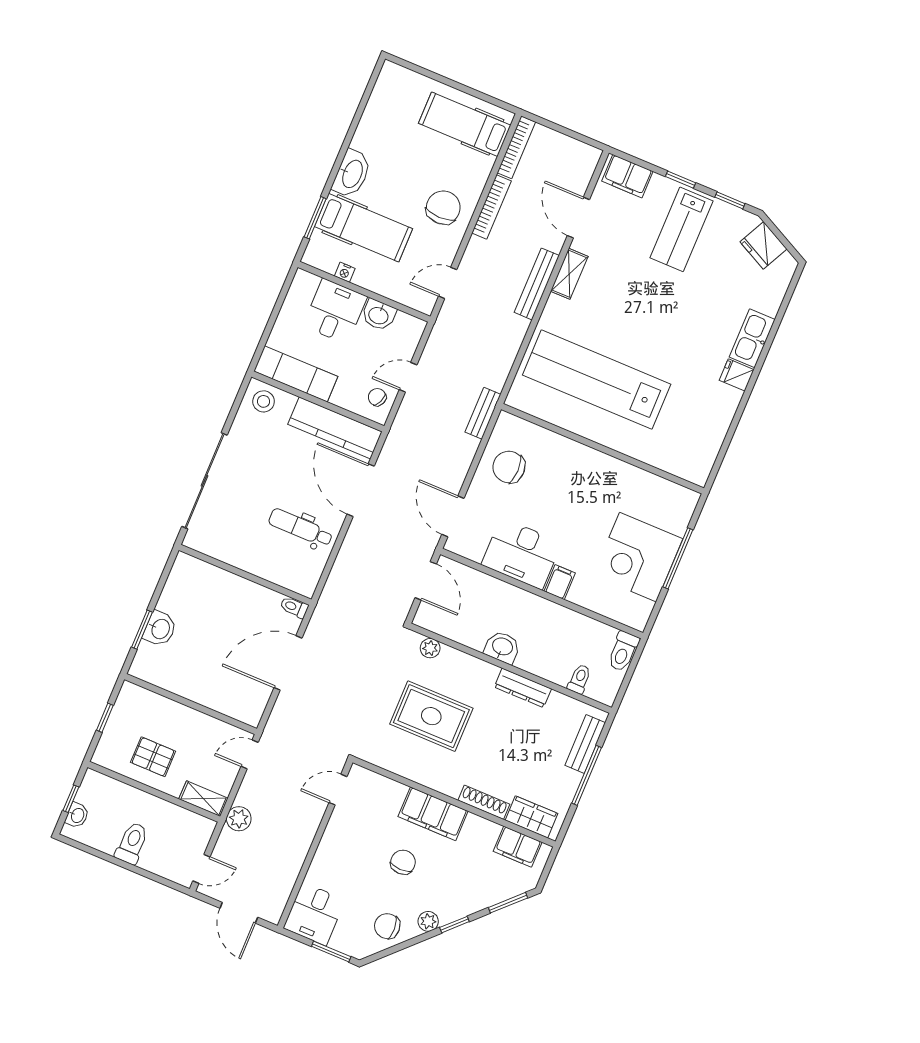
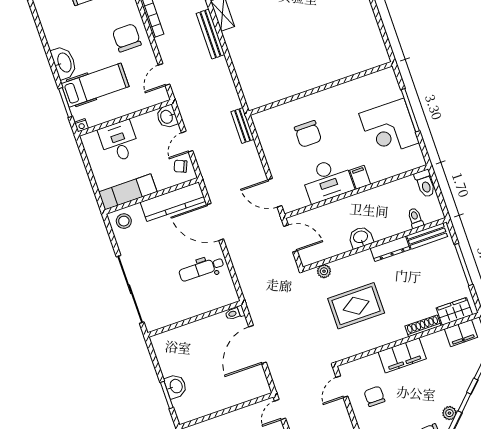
nightstand: (345, 272) -> (81, 125), moved
washbasin: (379, 315) -> (167, 117), moved, turned 90
lab bench: (597, 380) -> (286, 56), removed
chair: (509, 467) -> (308, 134), moved, turned -90
bench: (585, 744) -> (427, 236), moved, turned 90
chair: (403, 862) -> (374, 396), moved

